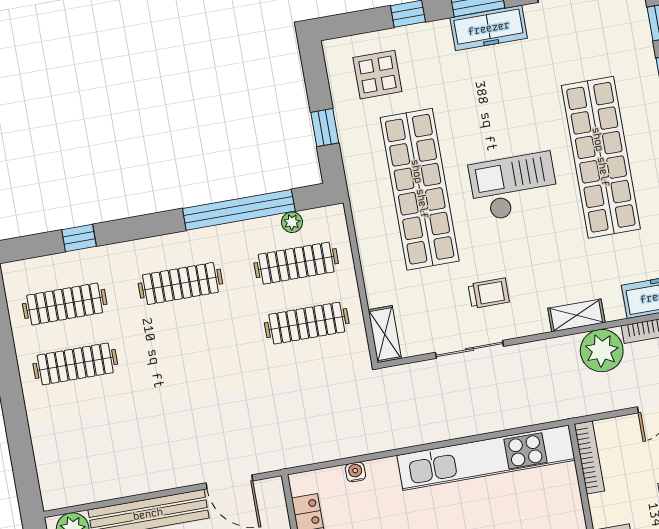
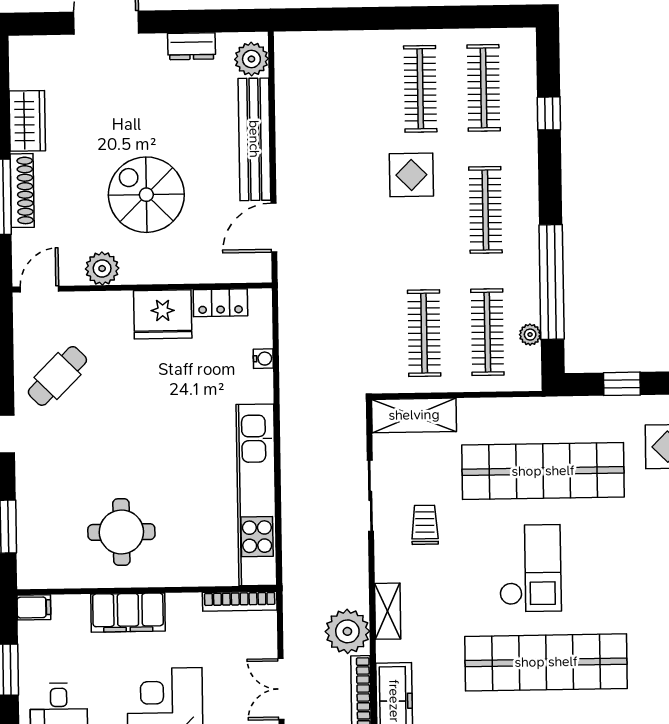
trolley: (489, 293) -> (425, 525), turned 180
shelving: (385, 334) -> (414, 415), width x1.50, depth x1.33
display table: (158, 359) -> (411, 175), added

